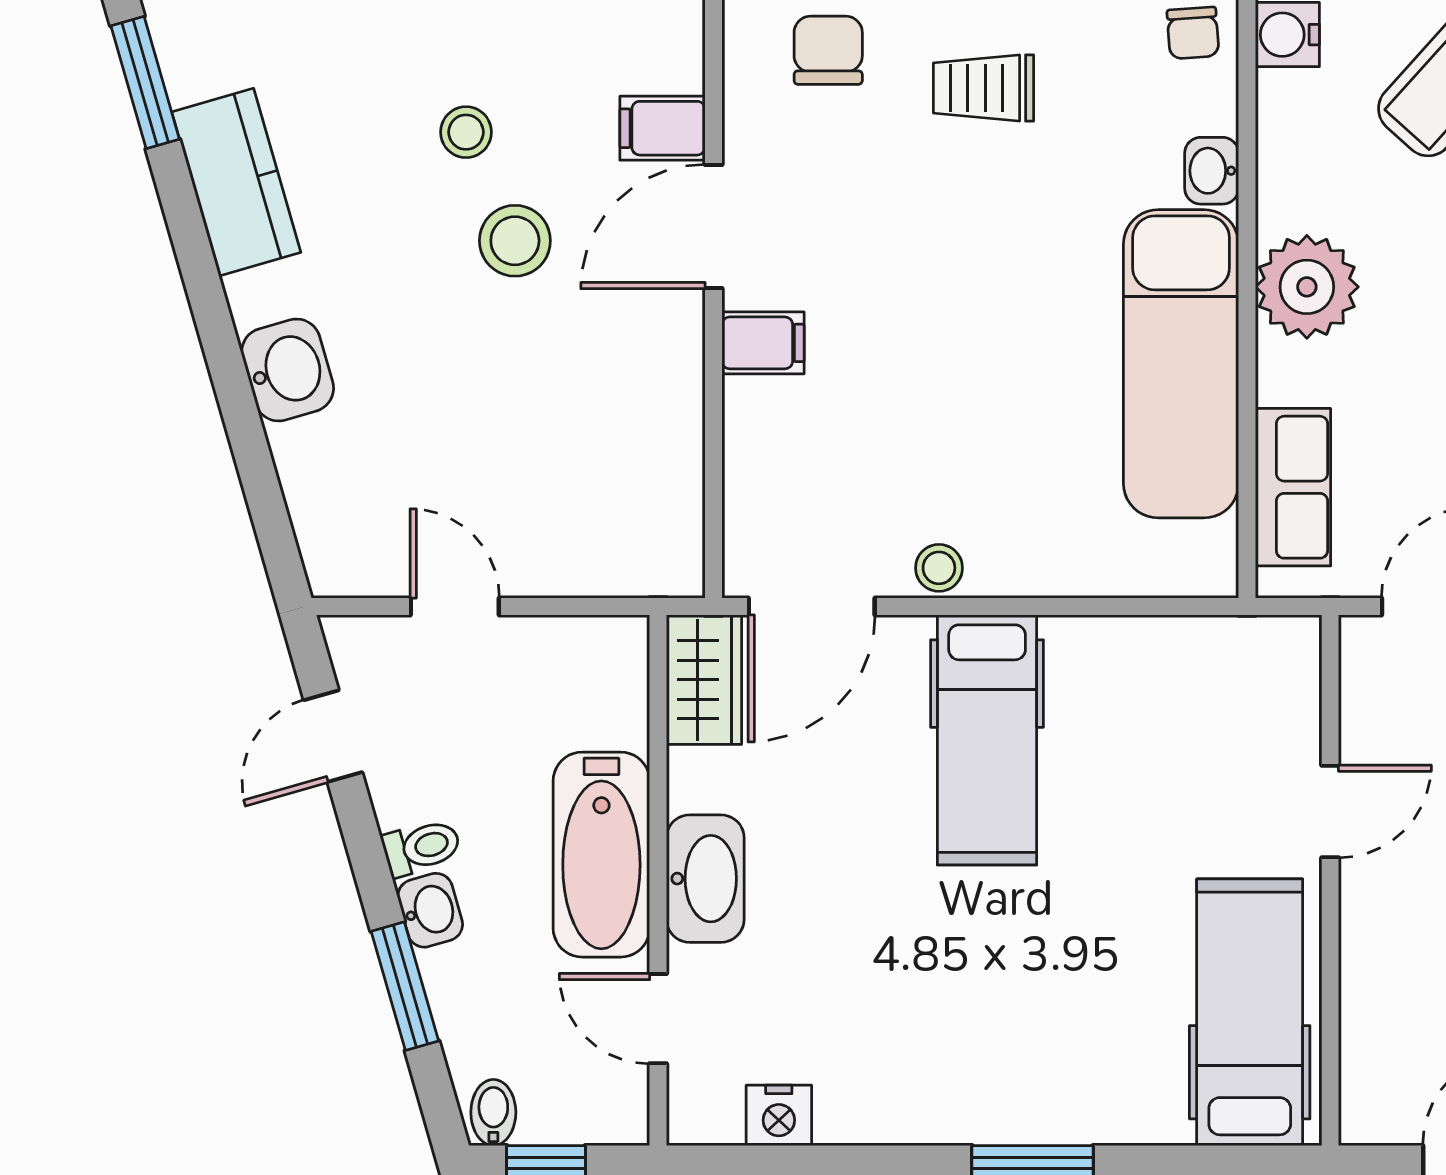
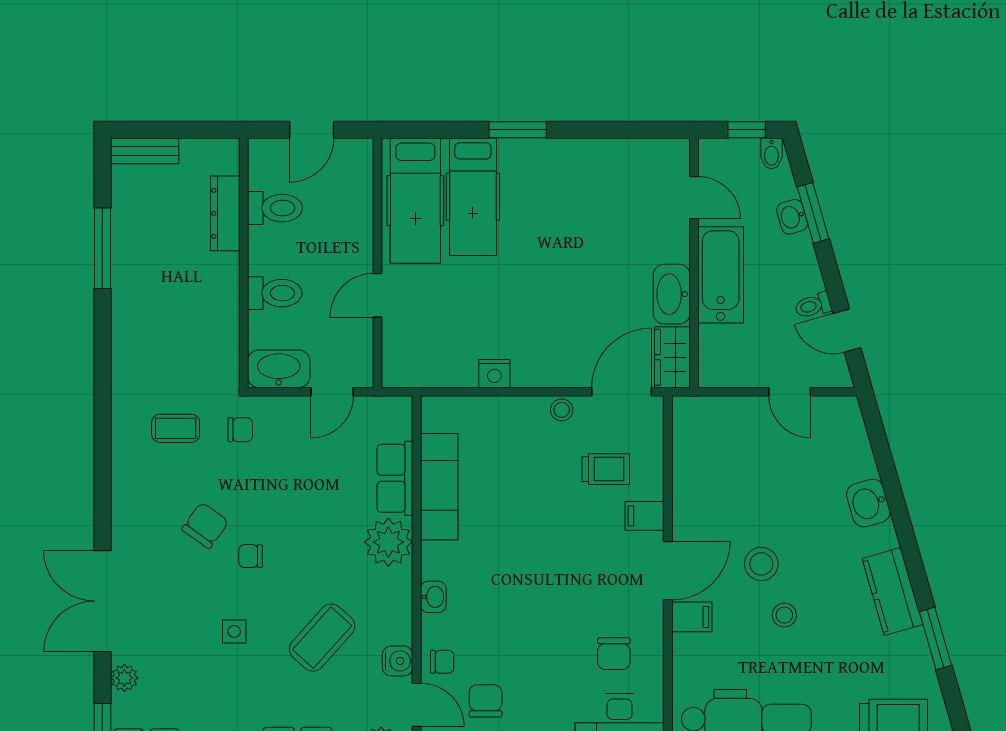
chair: (1193, 33) -> (442, 662), turned 94
trolley: (983, 88) -> (606, 469), moved
exam couch: (1181, 364) -> (439, 487), width x0.73, depth x0.69
row of seats: (1293, 487) -> (395, 478), moved
door: (333, 736) -> (847, 331), swing flipped
hospital bed: (987, 740) -> (473, 197), moved, turned 180
toilet: (422, 847) -> (813, 306), moved
washbasin: (705, 879) -> (672, 294), moved
washbasin: (430, 910) -> (792, 217), moved
nightstand: (779, 1115) -> (494, 374), moved, turned 180

